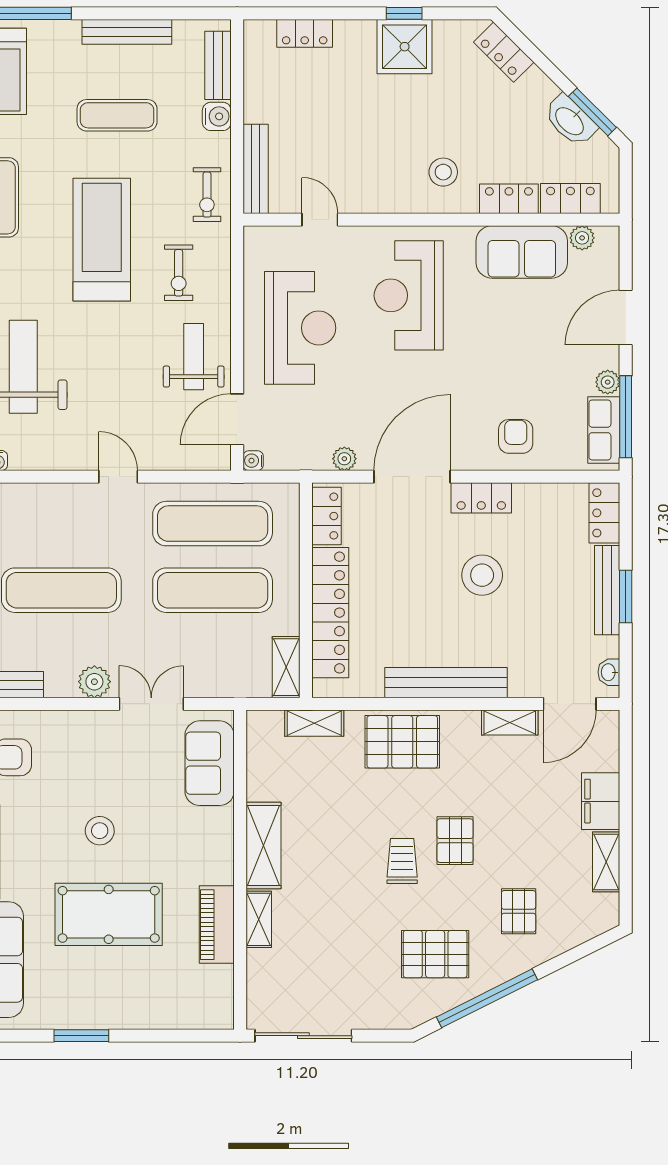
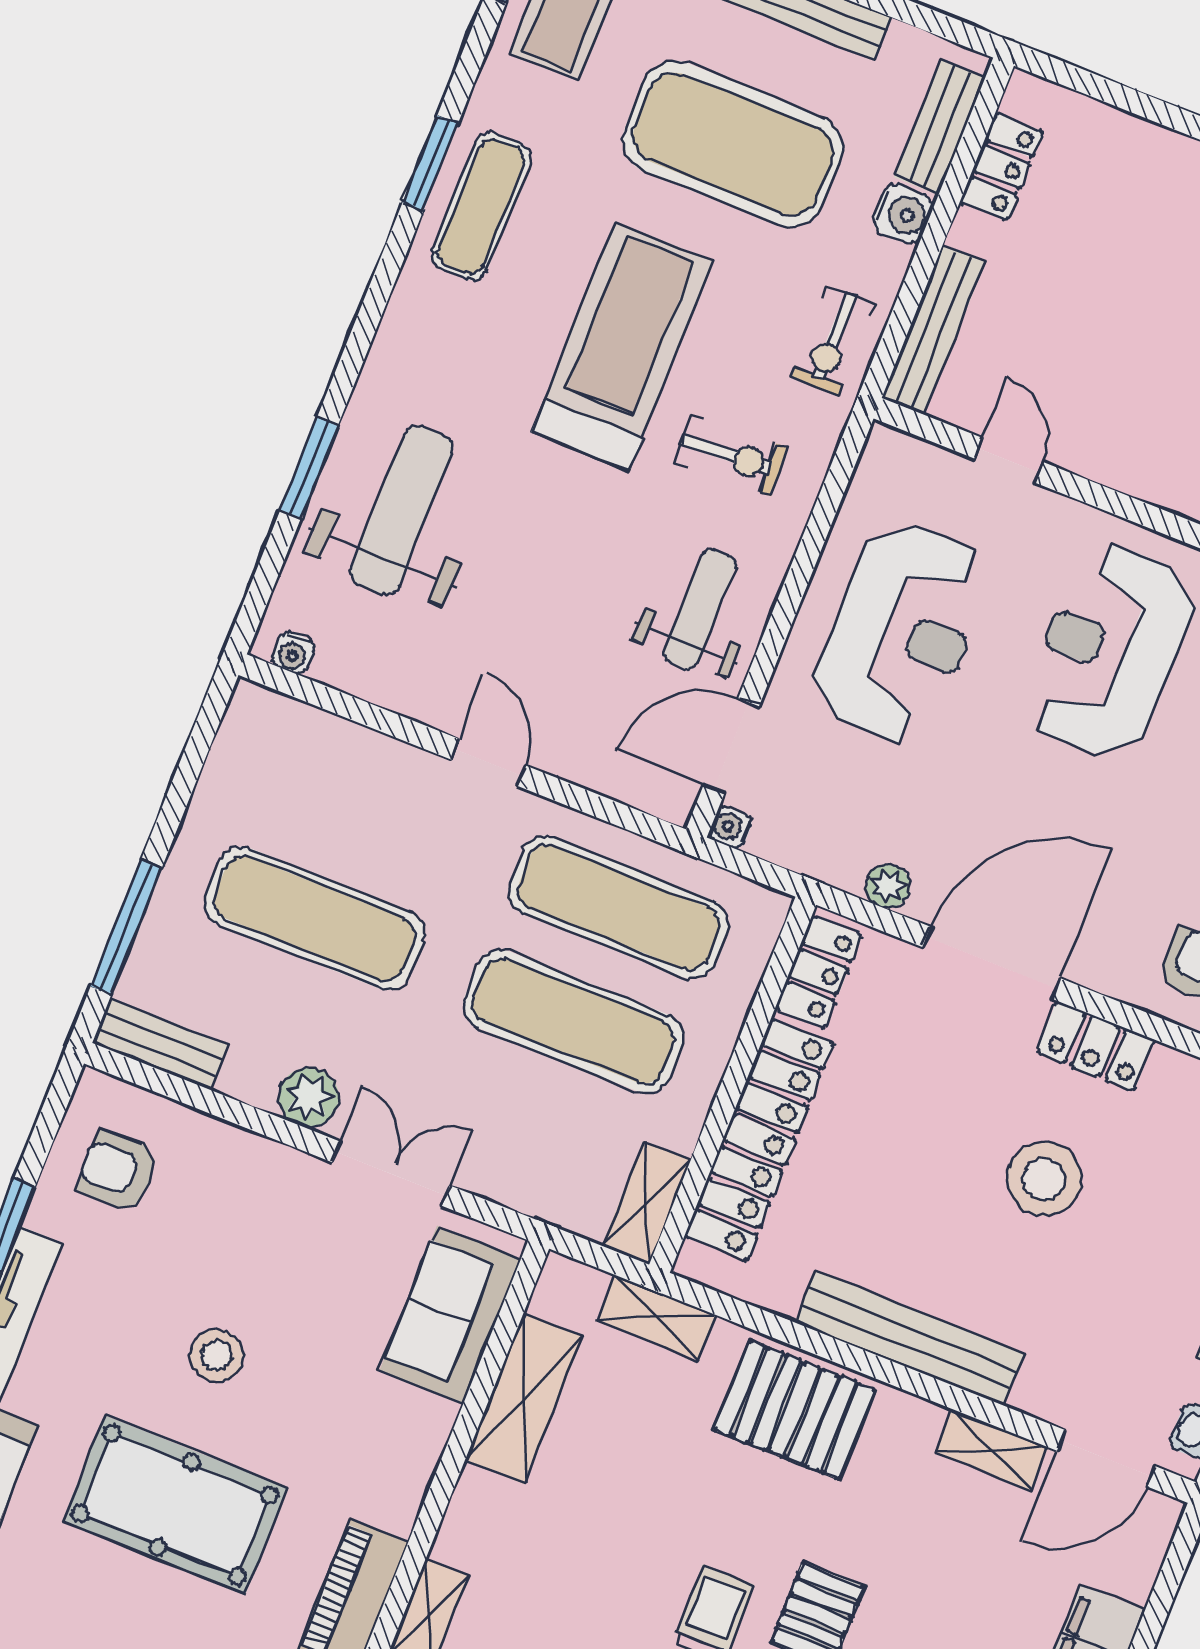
locker: (305, 33) -> (1001, 167), moved, turned -90
exercise mat: (117, 115) -> (733, 144), width x2.00, depth x1.45
exercise bike: (179, 273) -> (731, 455), turned -93
shelving: (263, 845) -> (524, 1398), moved

